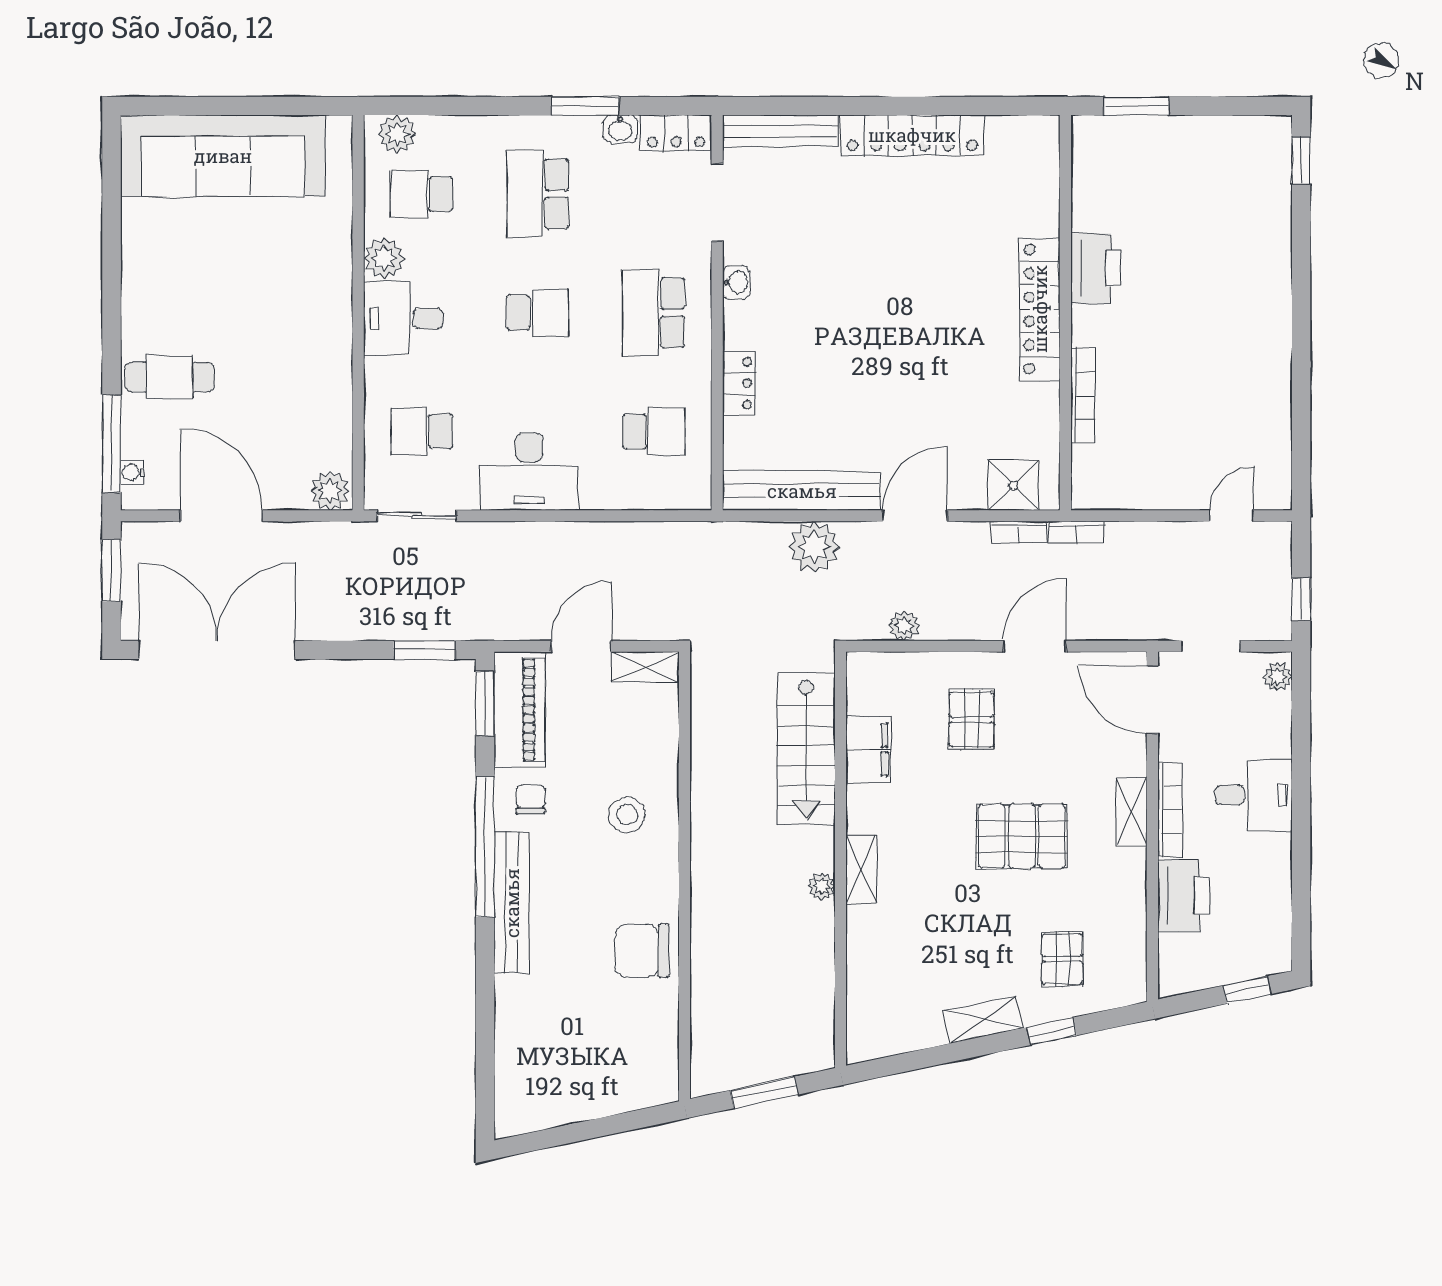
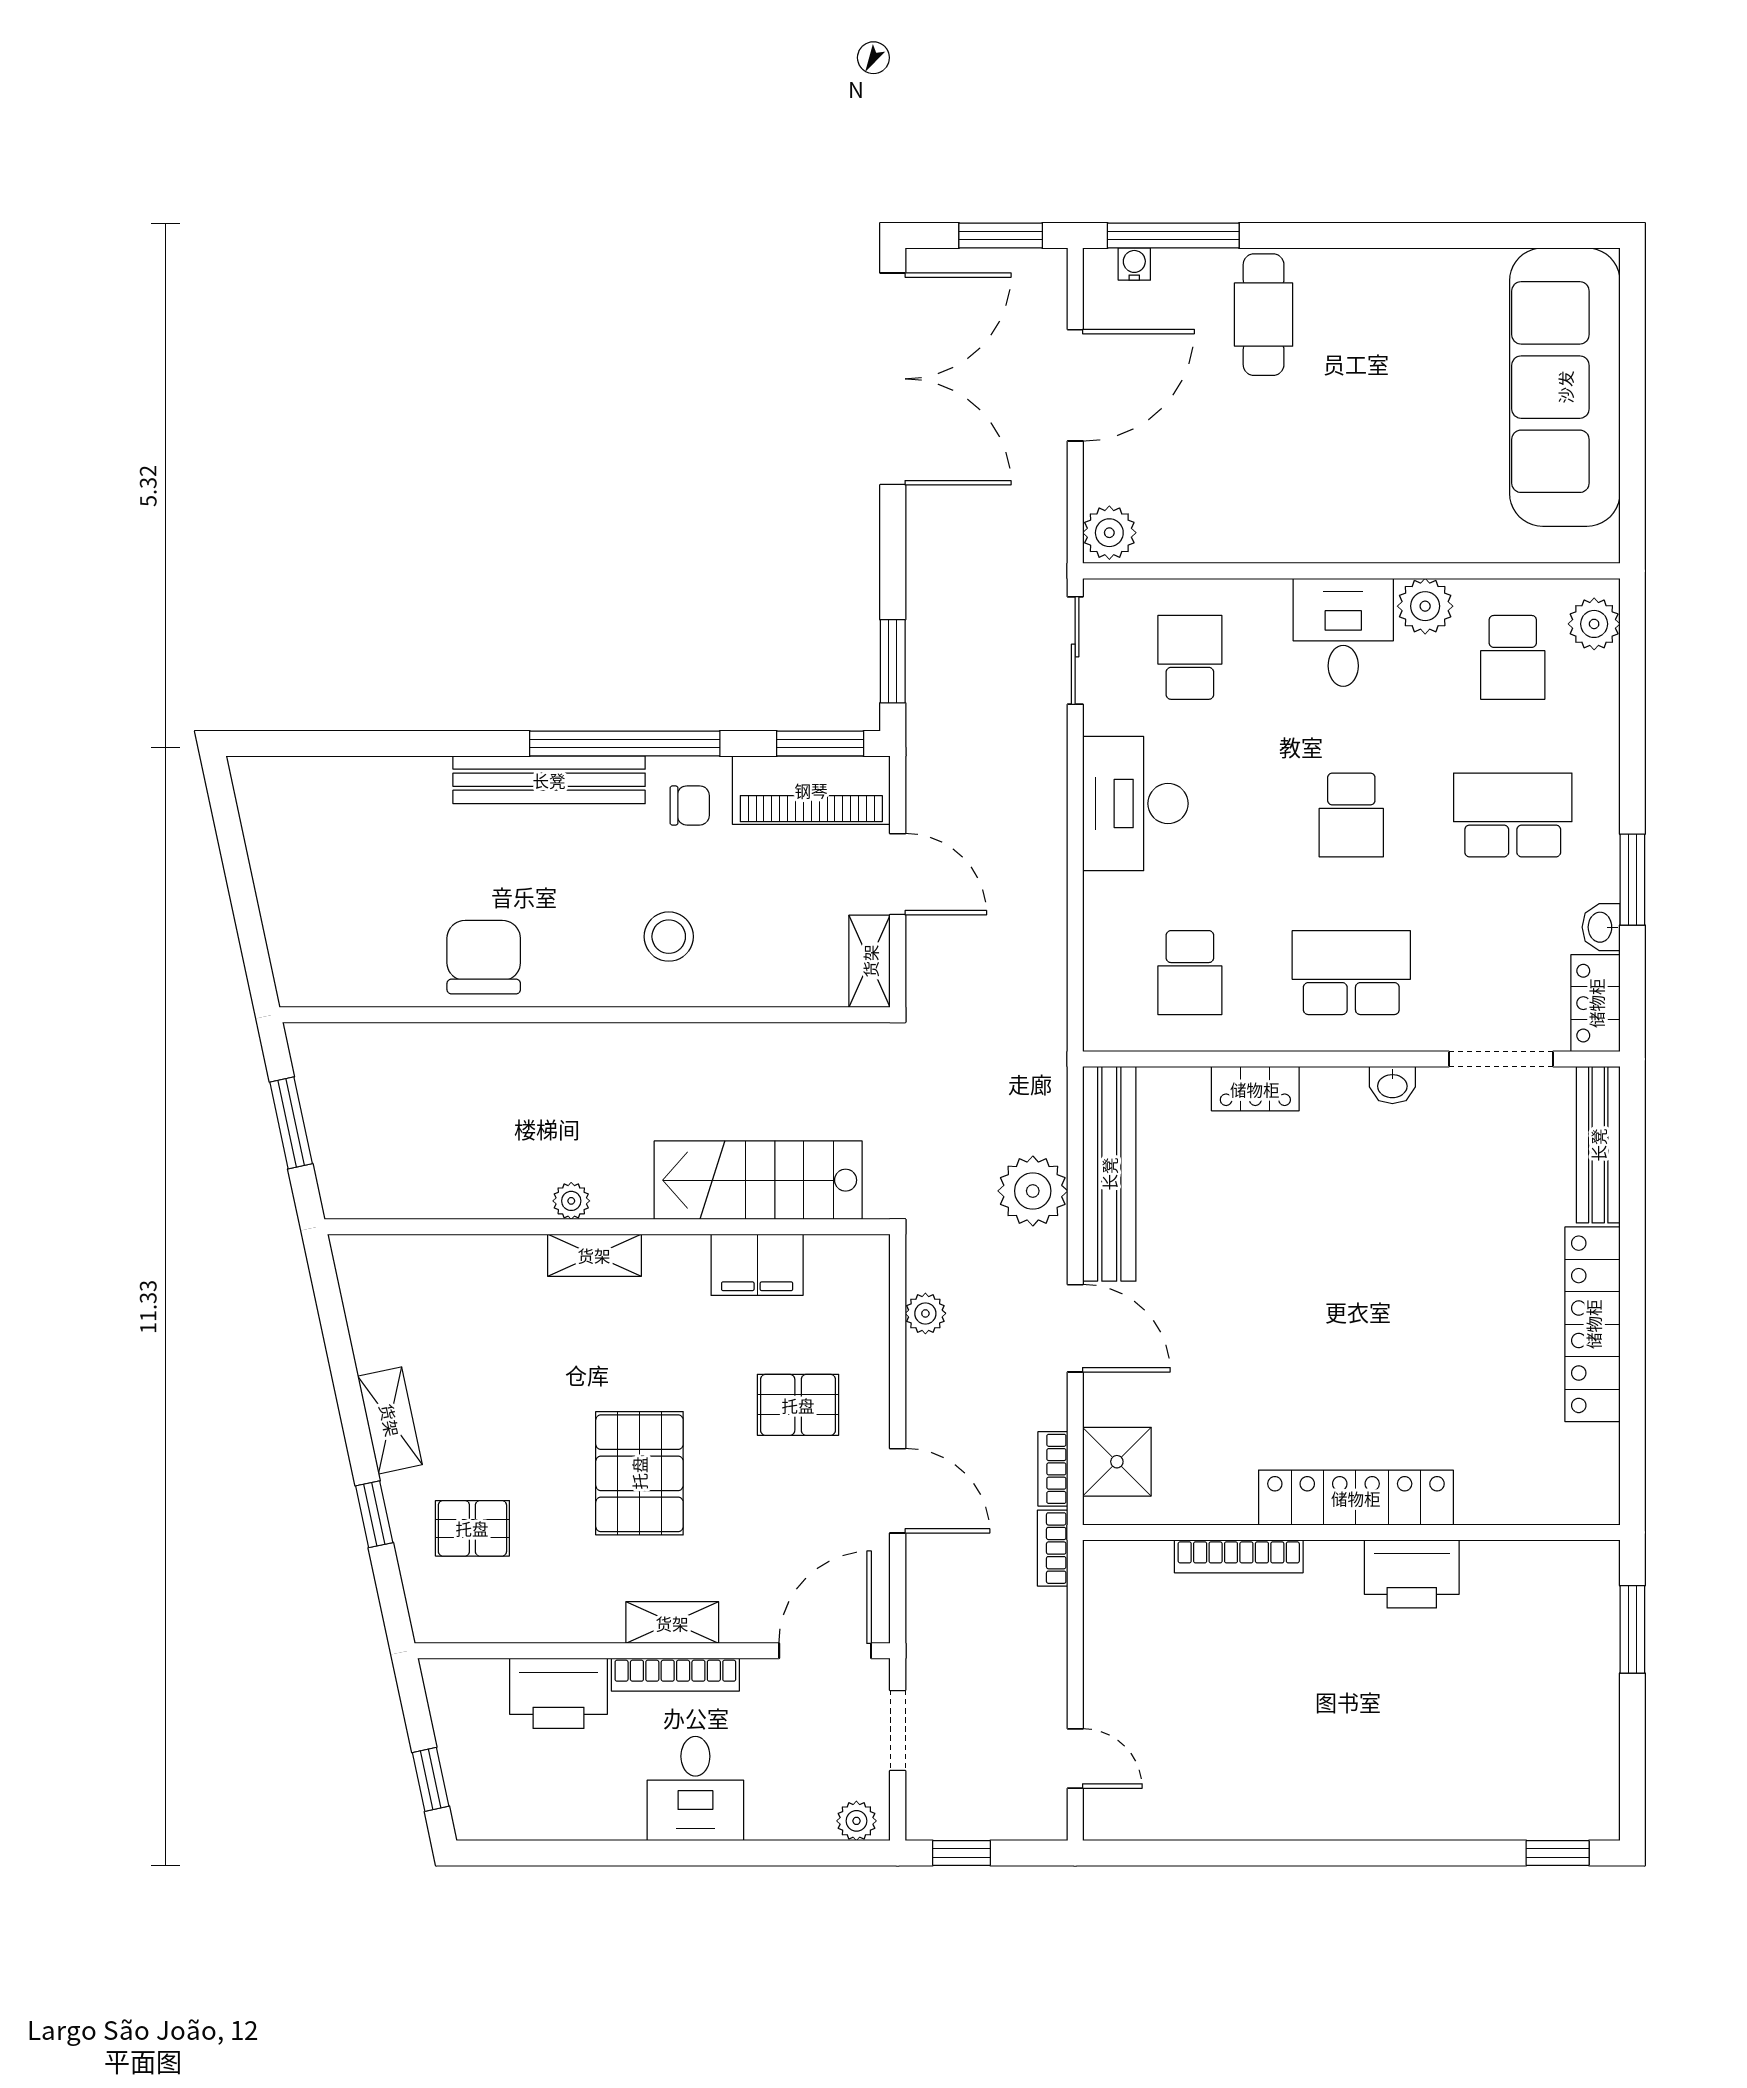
school desk: (422, 194) -> (1513, 657), turned 180

